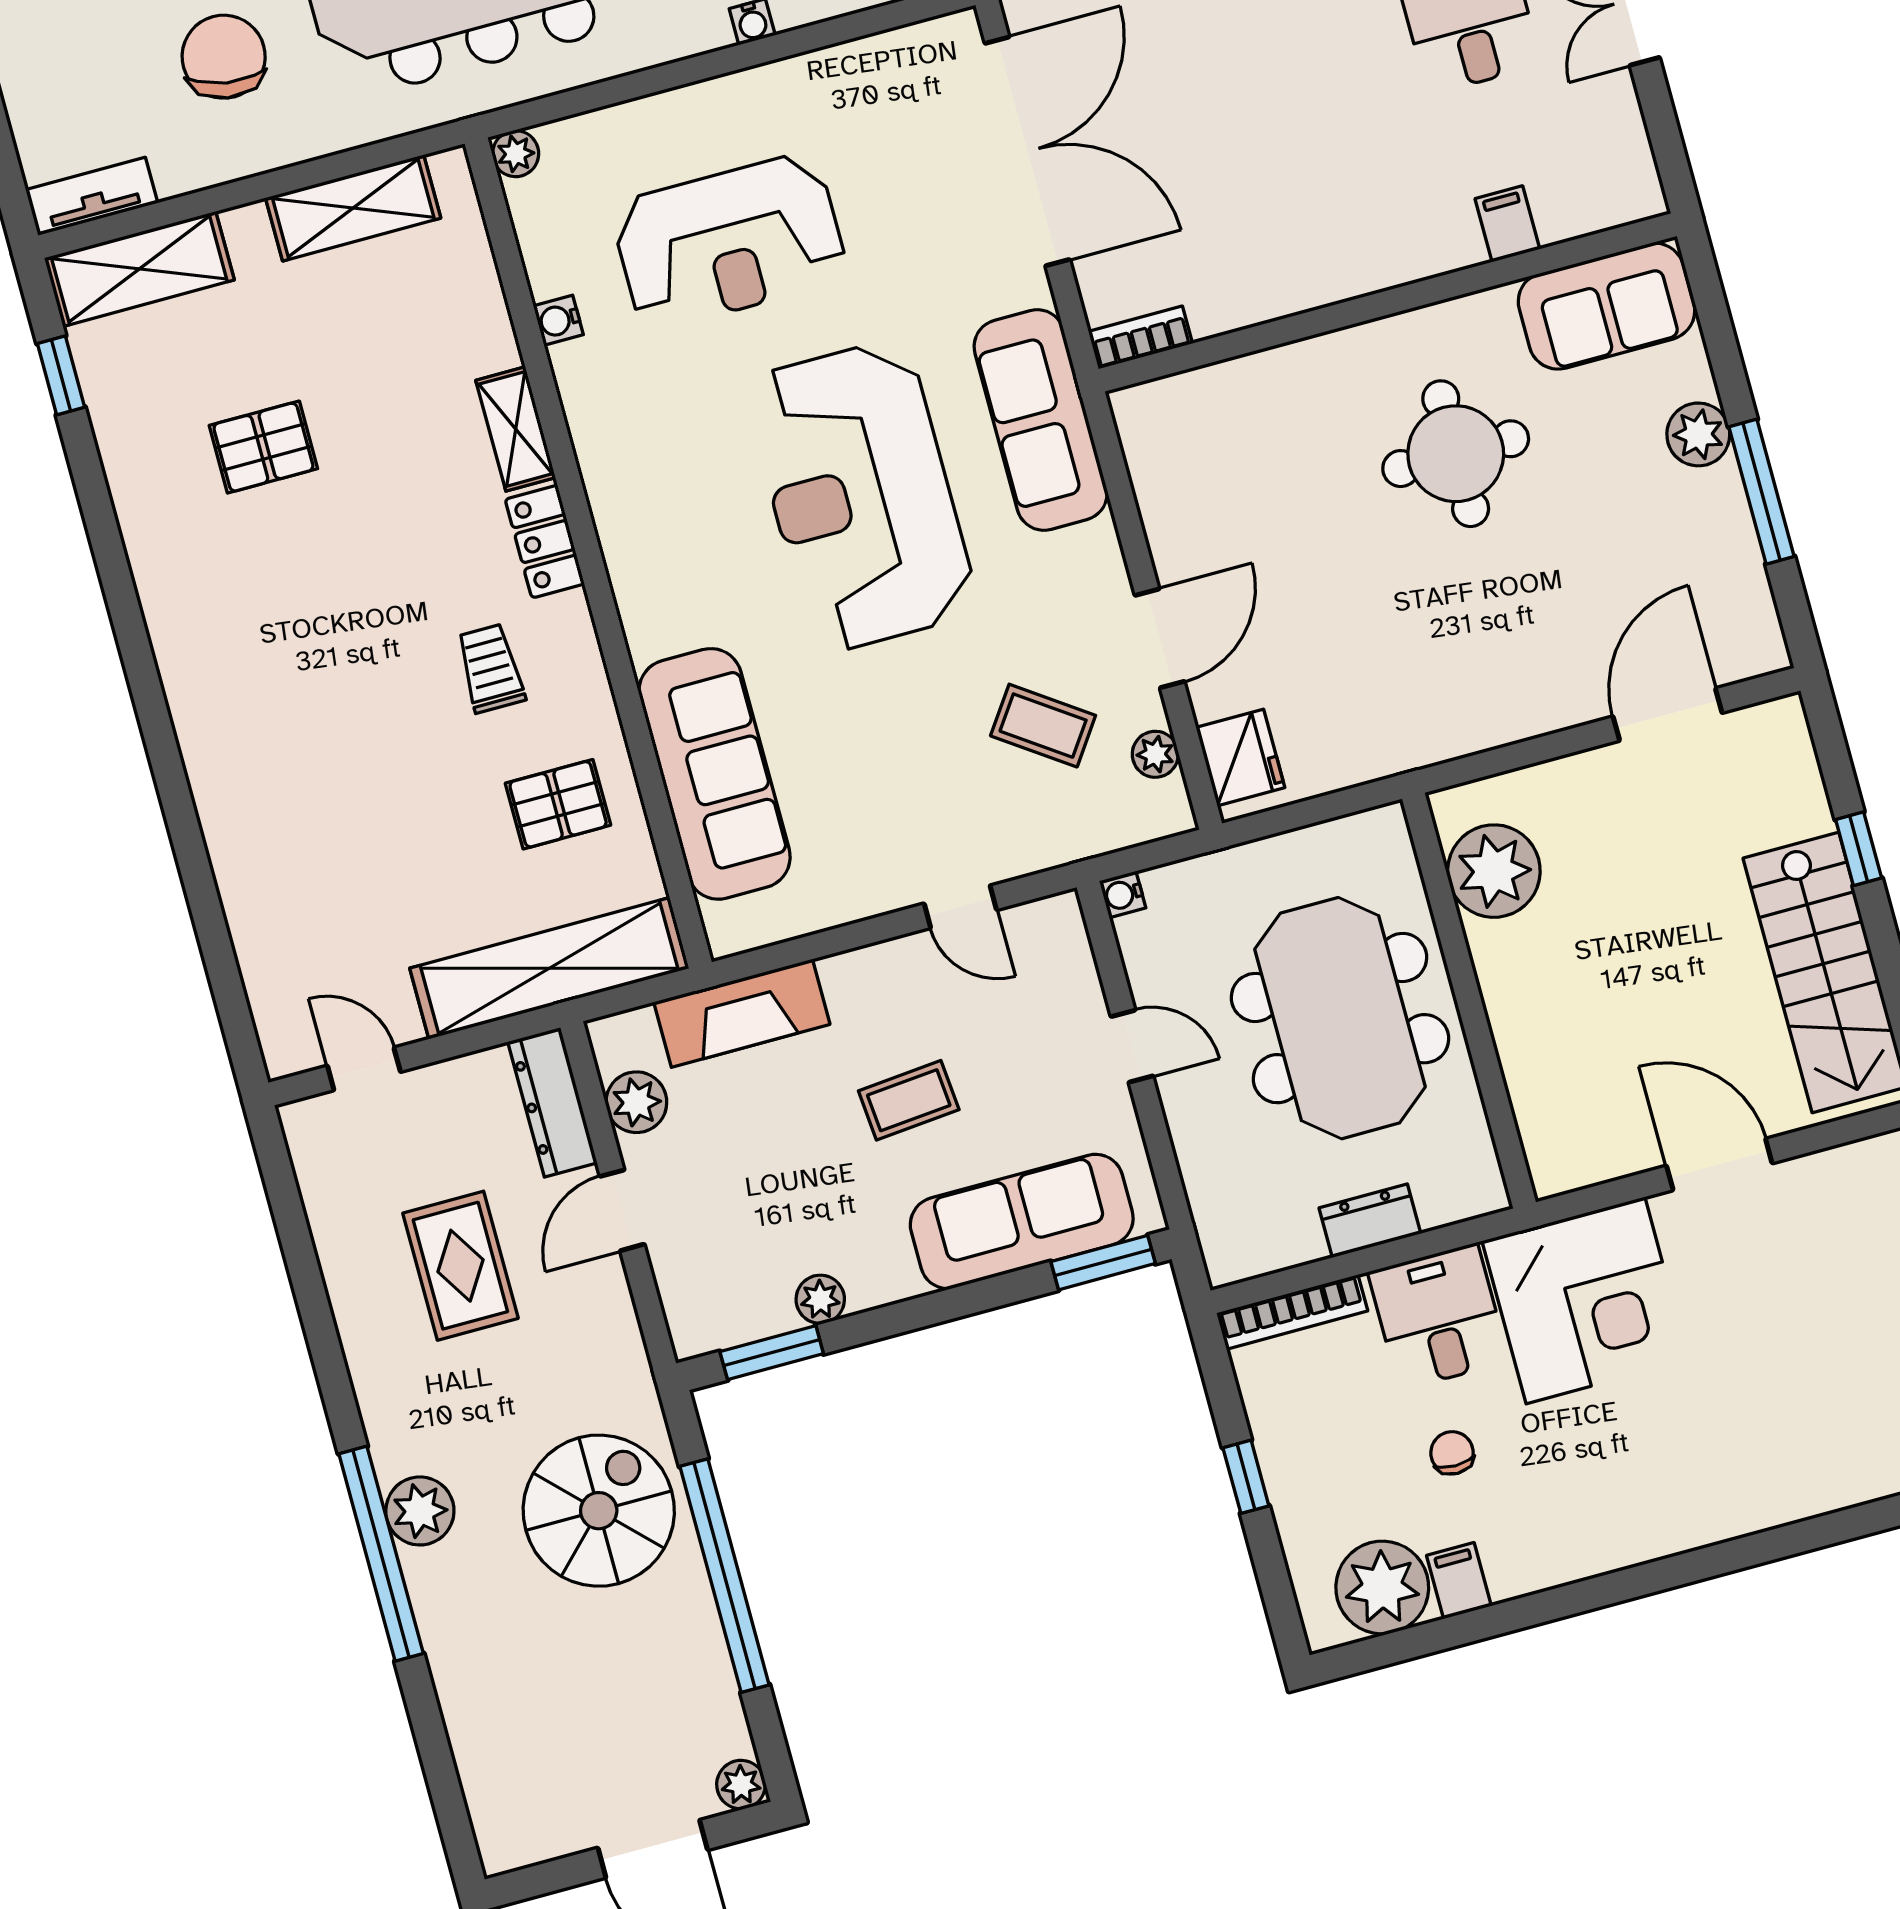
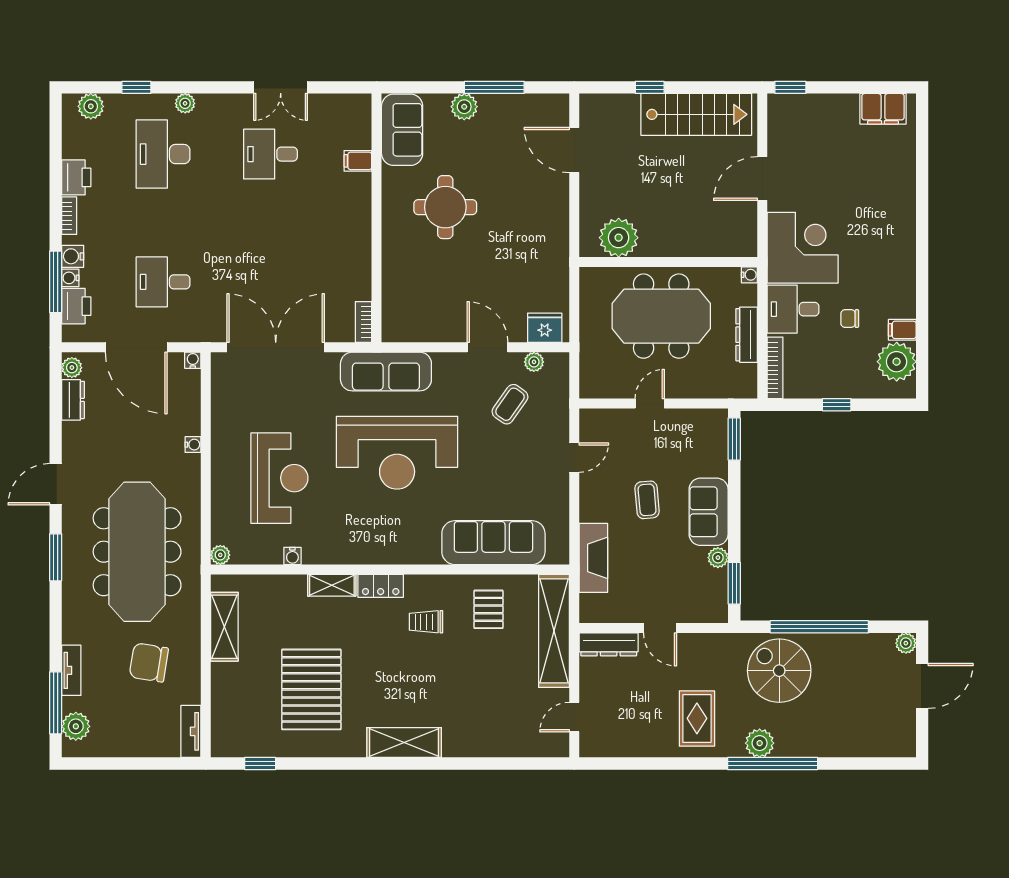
shelving: (139, 269) -> (404, 742), moved, turned 90
pallet: (263, 447) -> (311, 689), width x2.05, depth x2.00
water cooler: (1123, 894) -> (749, 275), moved, turned -90
plant: (636, 1102) -> (618, 610), removed
sofa: (1022, 1221) -> (709, 512), moved, width x0.73
dresser: (1370, 1221) -> (747, 335), width x1.44
rug: (460, 1266) -> (697, 718), moved, turned 90

